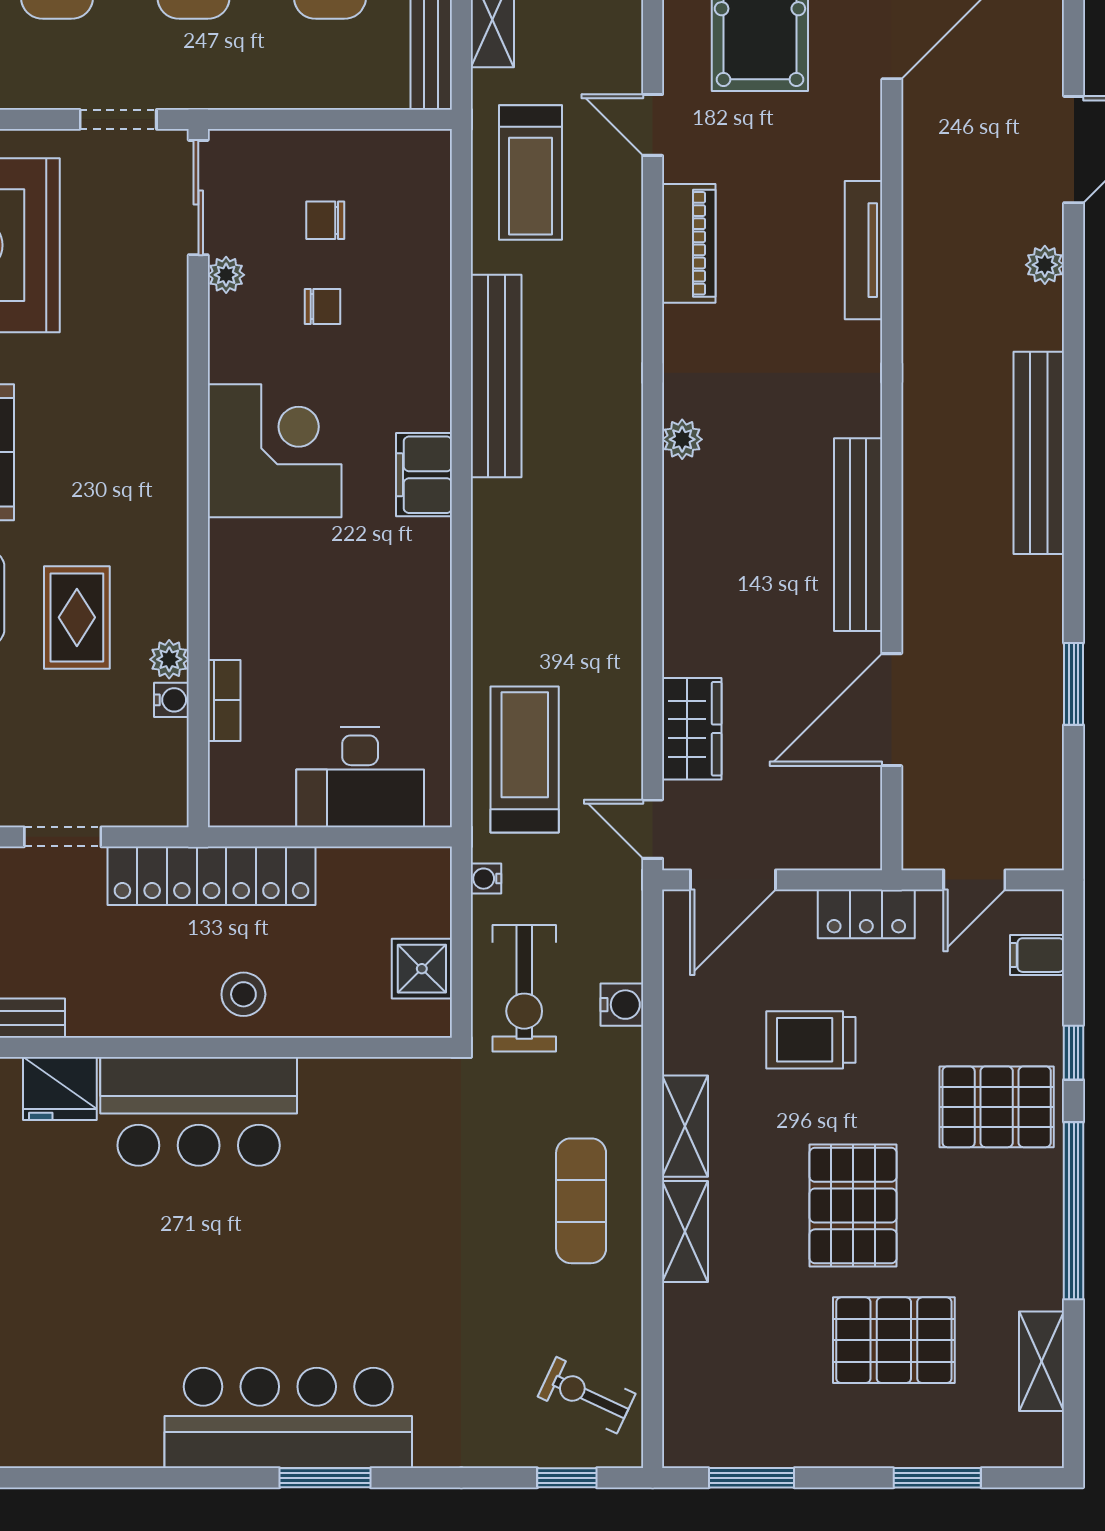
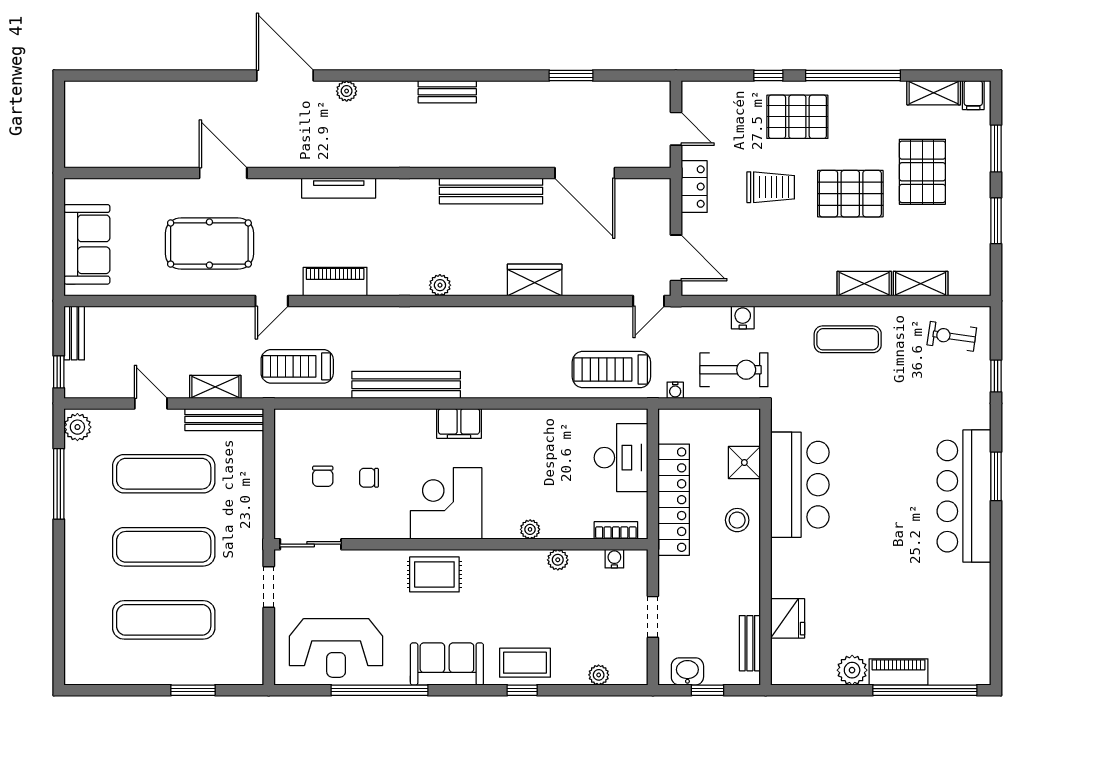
treadmill: (530, 173) -> (297, 366), turned 180
plant: (226, 275) -> (530, 529), moved
chair: (323, 307) -> (369, 478), turned -90
bench: (1039, 453) -> (447, 92), width x0.54, depth x0.82
rug: (77, 617) -> (434, 574), moved
water cooler: (171, 700) -> (614, 559), moved
bookcase: (224, 700) -> (616, 530), moved
wardrobe: (692, 729) -> (535, 280), moved
locker: (212, 876) -> (674, 500), moved
filing cabinet: (1037, 955) -> (973, 95), moved
shower: (422, 969) -> (744, 463), moved
trolley: (811, 1040) -> (771, 187), moved, turned -90
pallet: (997, 1107) -> (797, 117), turned 90
bar counter: (199, 1111) -> (800, 485), moved
shelving: (685, 1126) -> (921, 284), moved
exercise bike: (587, 1395) -> (952, 336), turned 73
window: (567, 1478) -> (996, 376), moved
window: (751, 1478) -> (996, 221), moved

